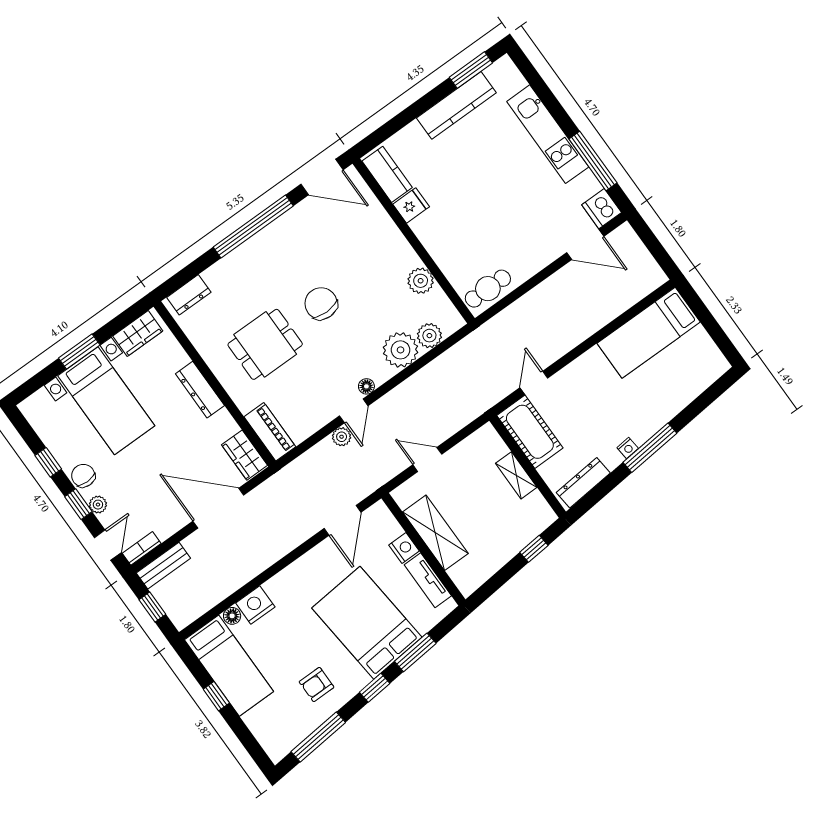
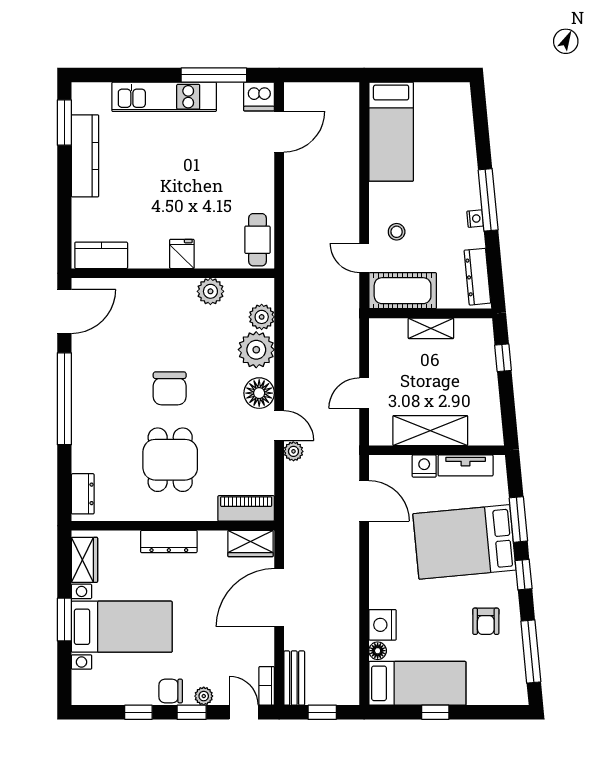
fridge: (411, 205) -> (182, 254), moved
chair: (321, 304) -> (170, 388), turned -90
floor lamp: (366, 386) -> (259, 393), width x1.89, depth x1.89
stool: (573, 394) -> (397, 232), added

